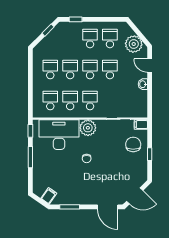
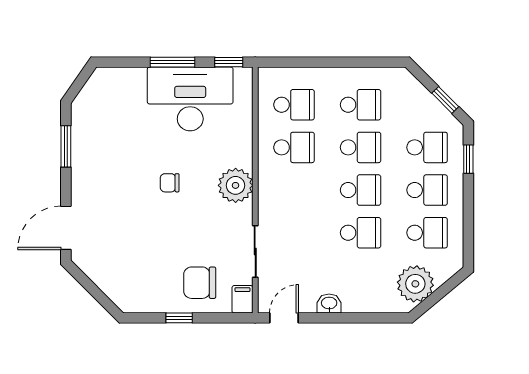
door: (150, 66) -> (284, 318), moved
school desk: (90, 101) -> (427, 147), moved
desk: (59, 135) -> (190, 99), moved, turned -90
chair: (133, 144) -> (200, 283), turned 180
filing cabinet: (49, 196) -> (90, 102), removed
door: (135, 196) -> (89, 286), removed

